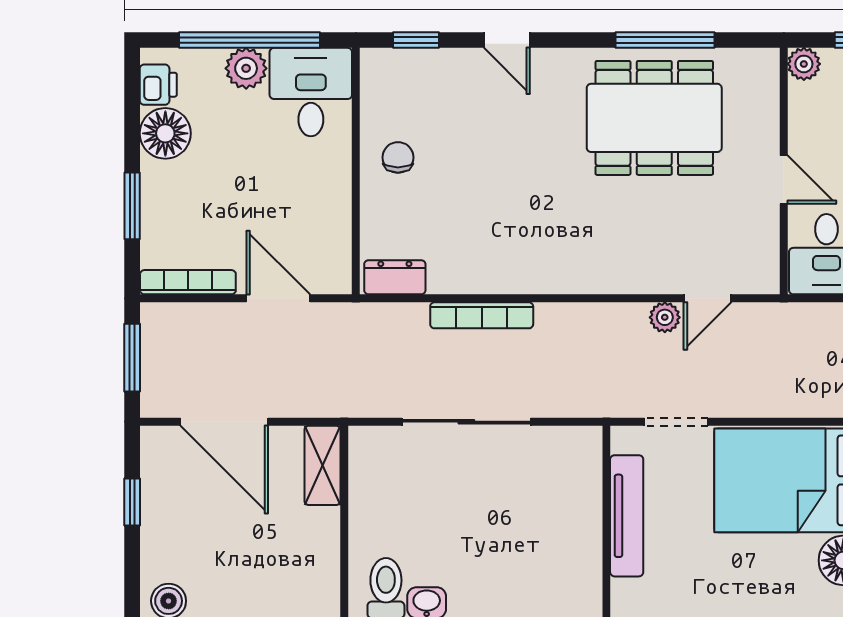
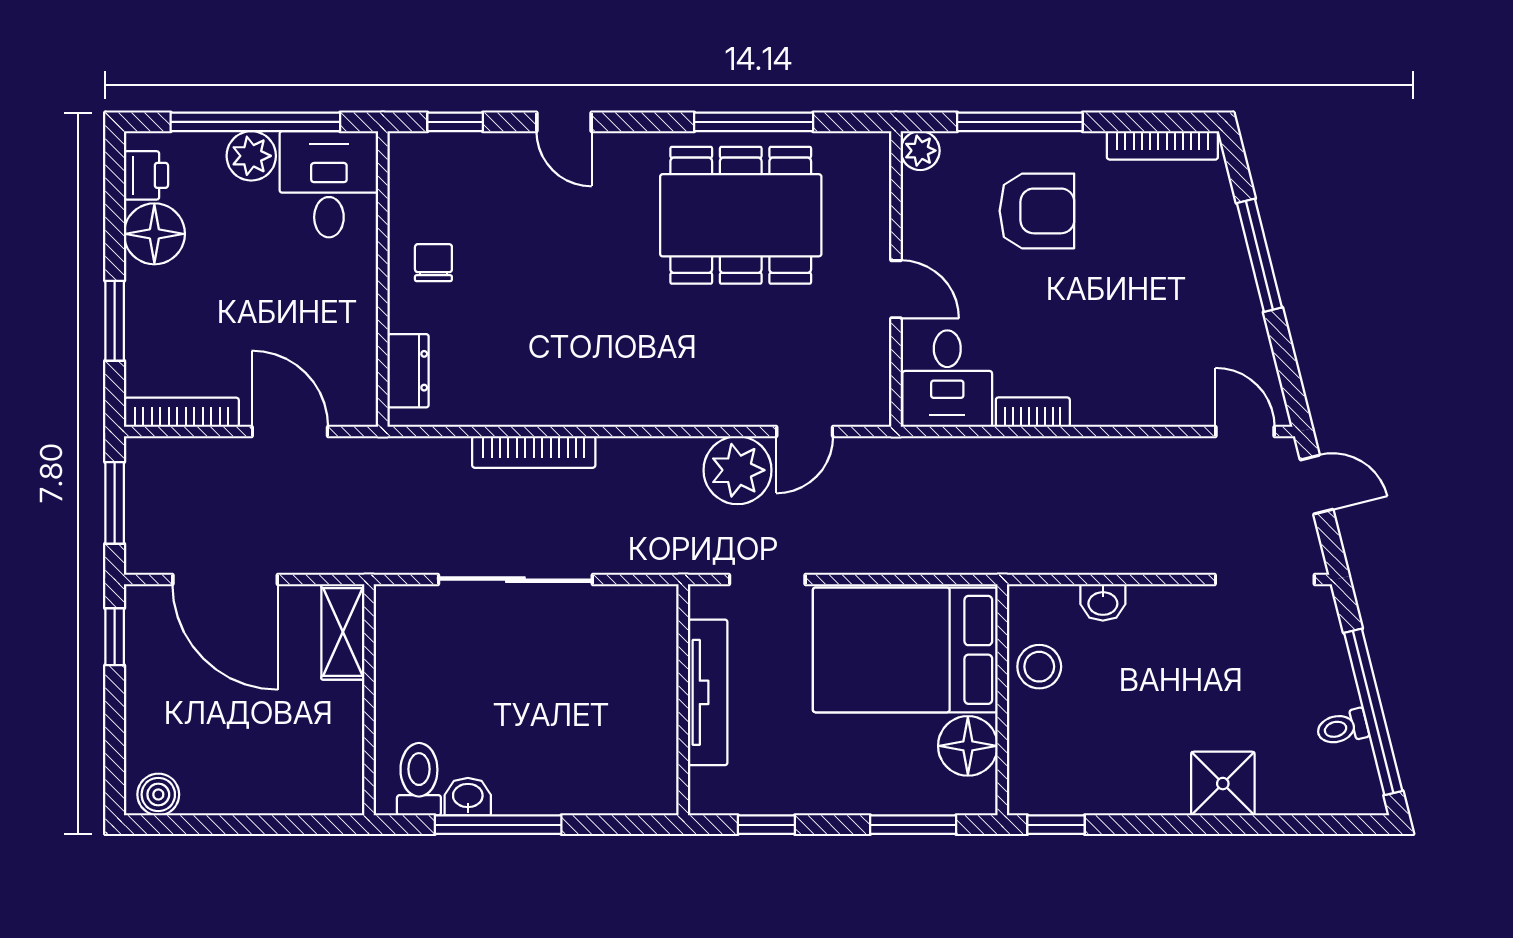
dresser: (395, 277) -> (408, 371), moved, turned 90
plant: (665, 317) -> (737, 470), width x1.88, depth x1.88
window: (132, 502) -> (115, 637), moved

